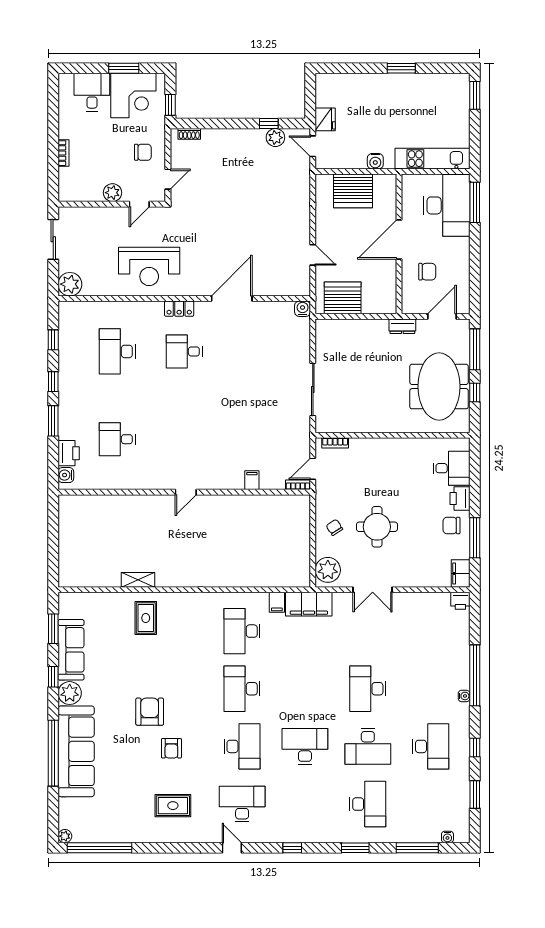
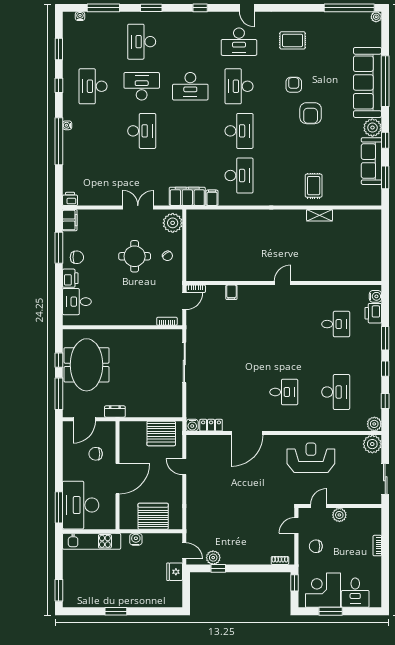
locker: (179, 309) -> (211, 425), moved
plant: (67, 310) -> (374, 424), added

